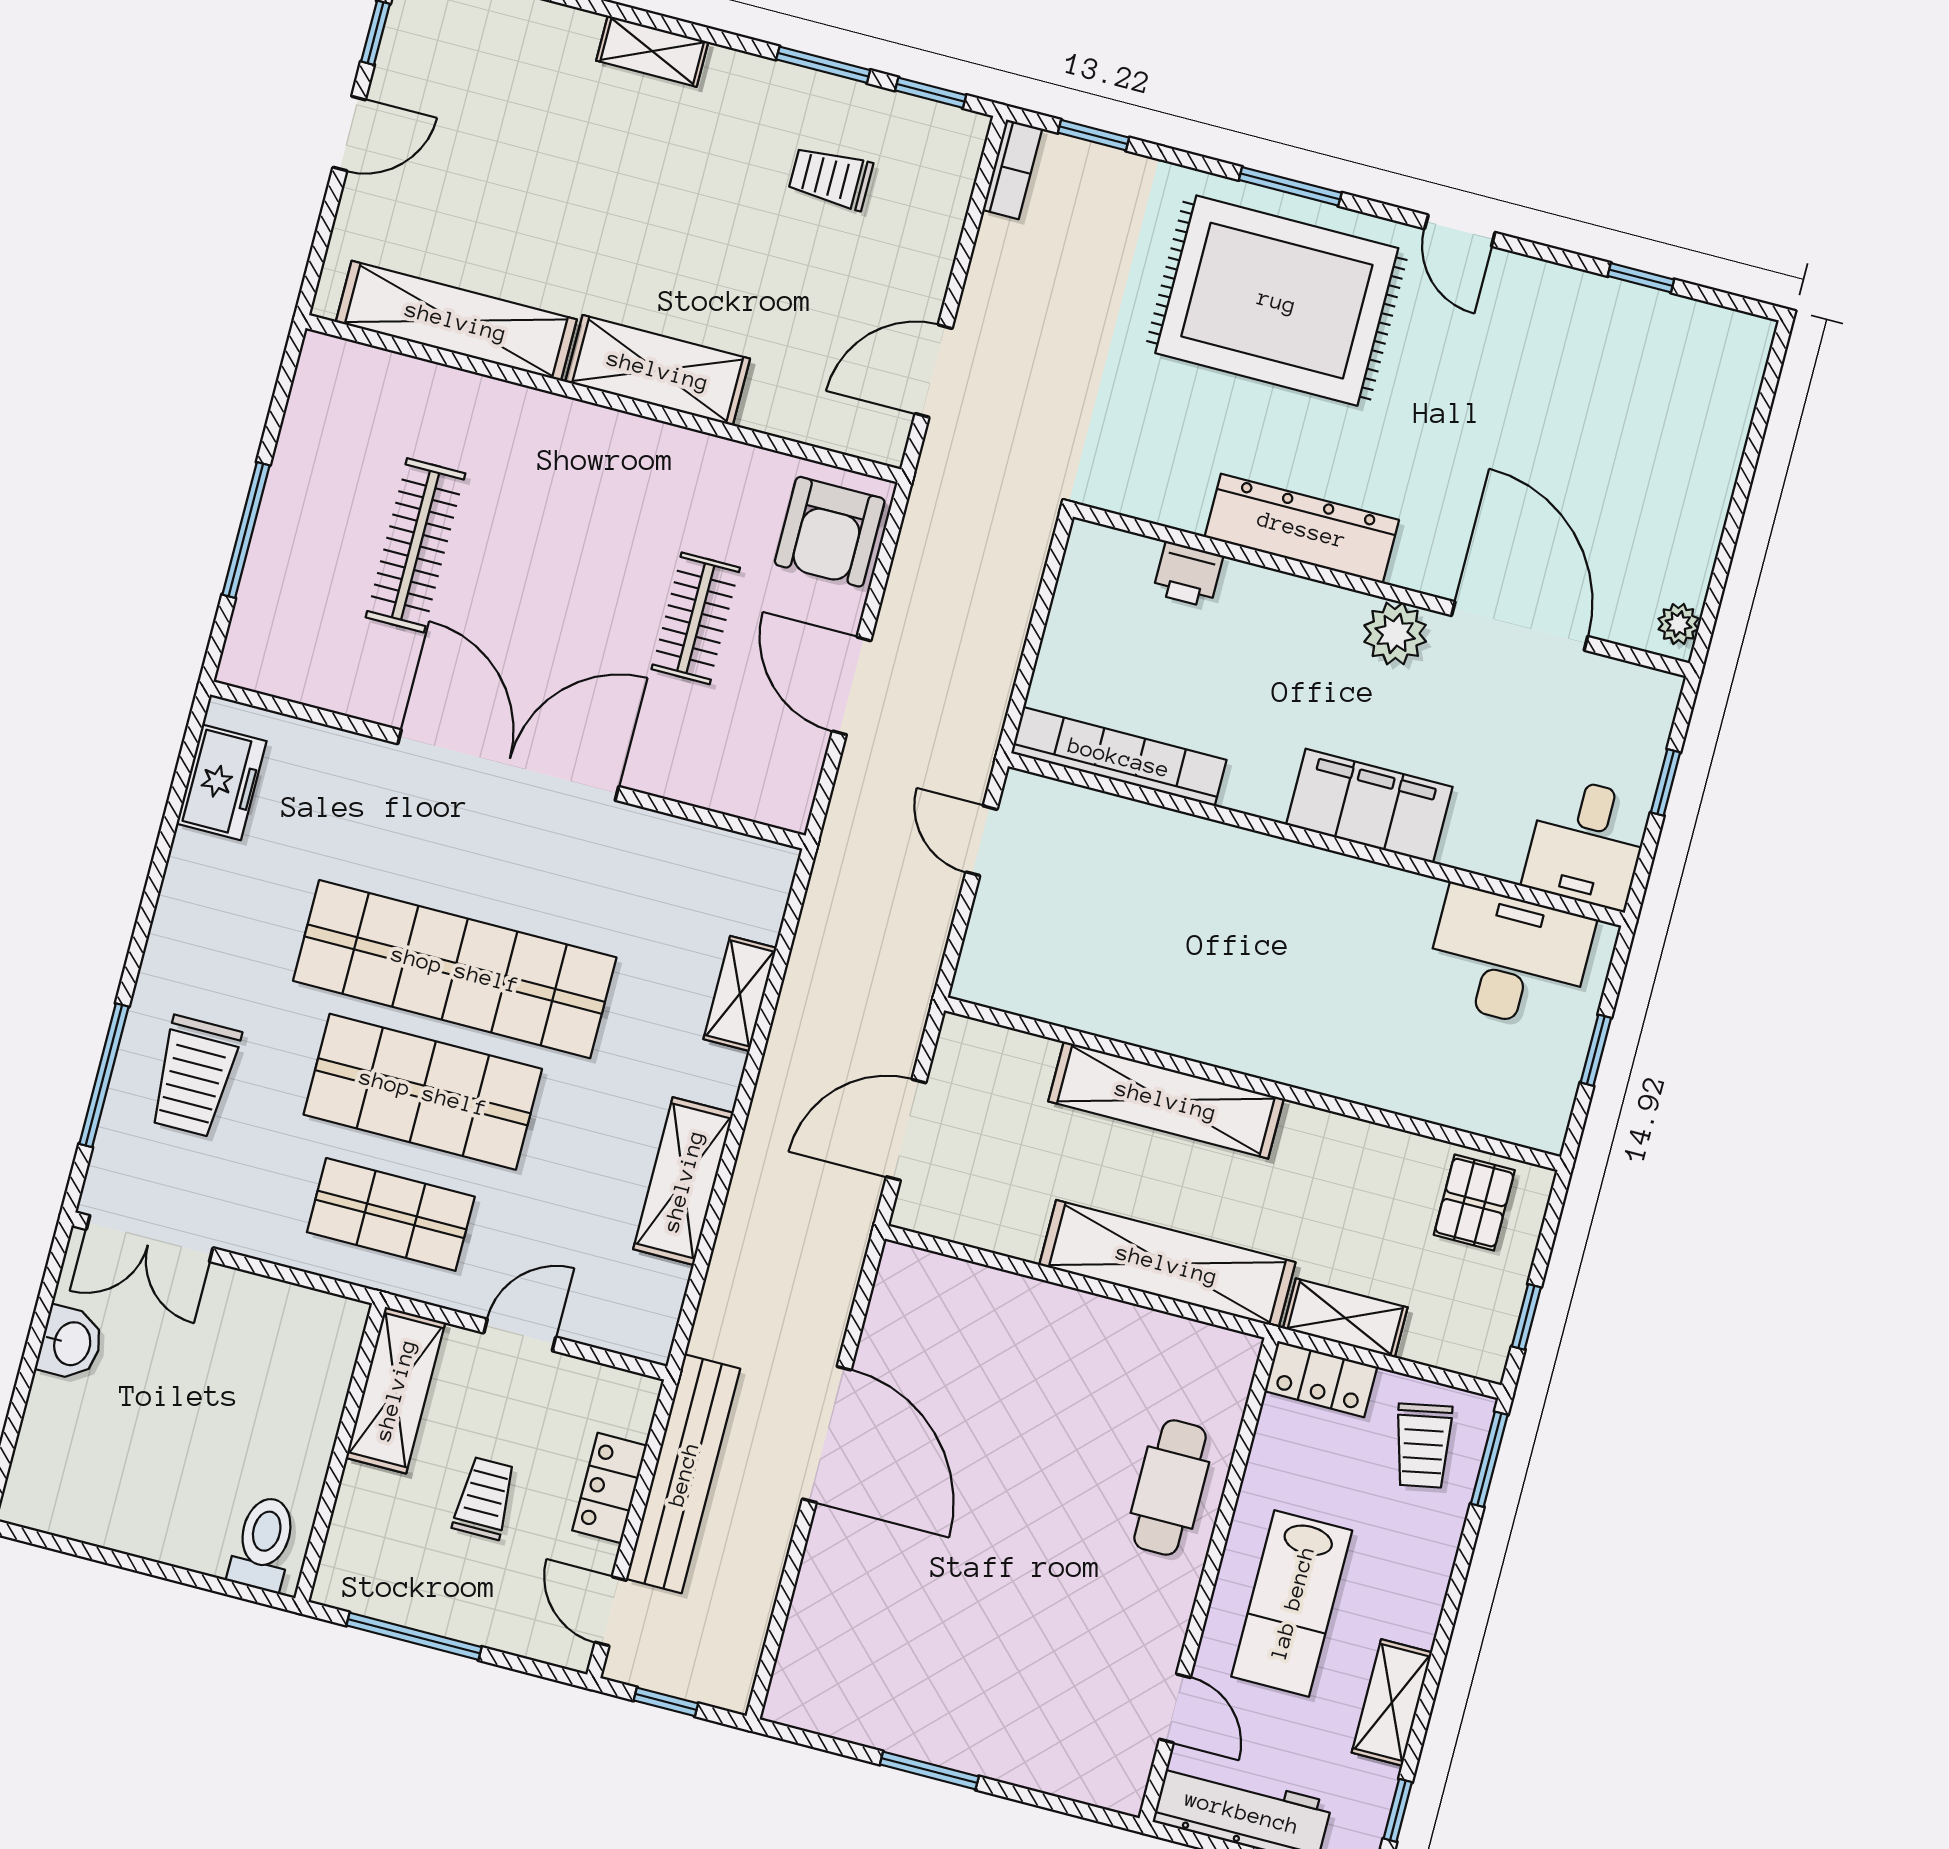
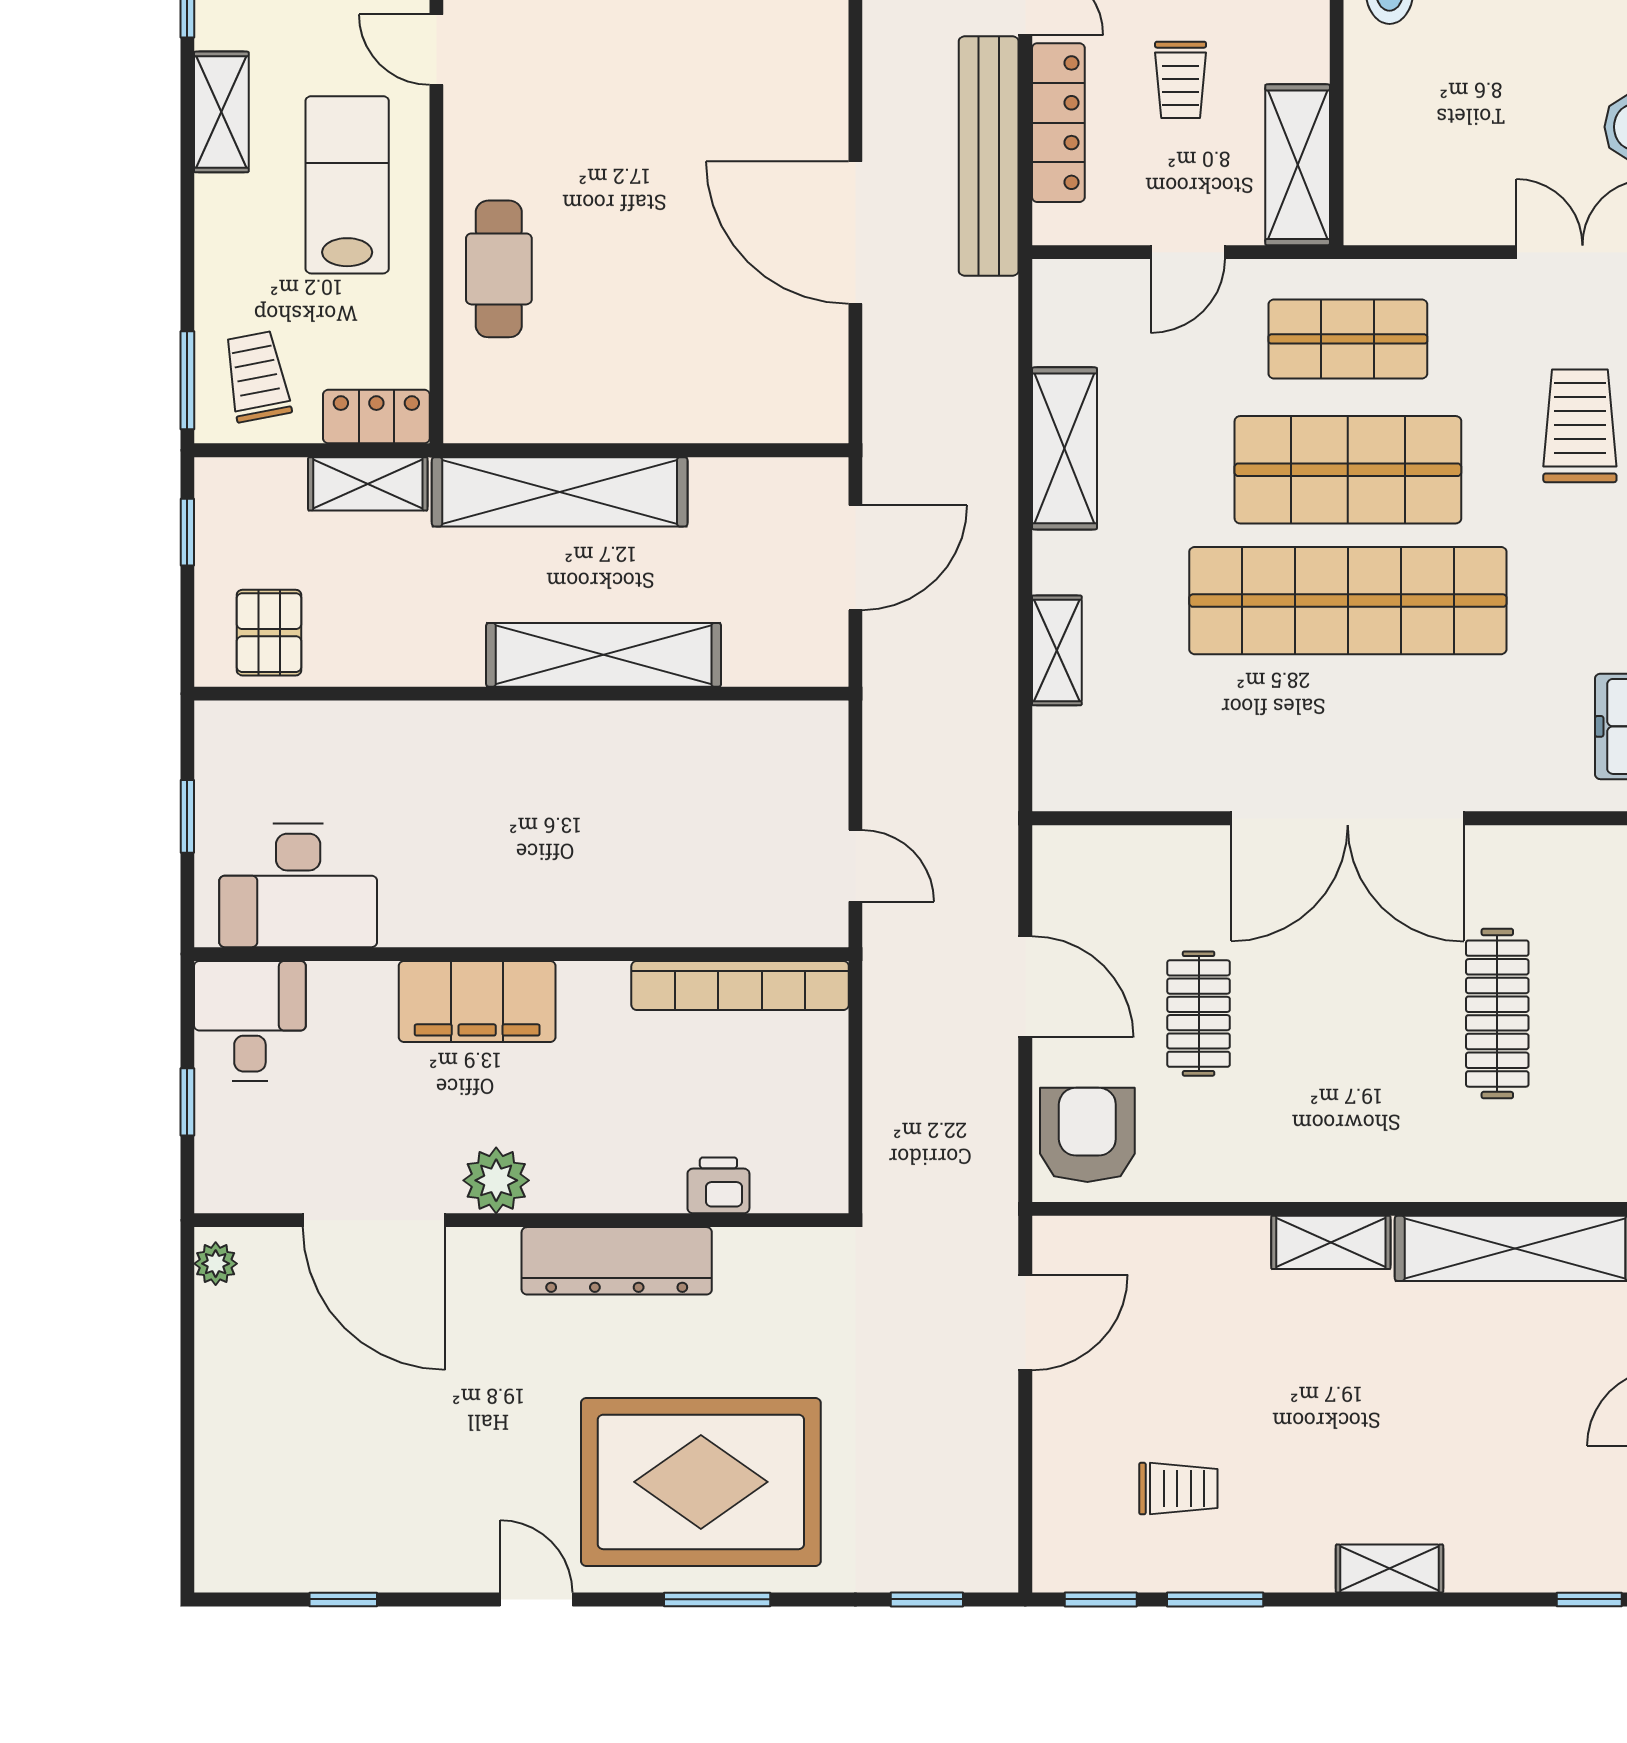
bookcase: (1012, 169) -> (999, 1544), removed
shelving: (658, 370) -> (1331, 1242), width x0.67, depth x0.75
locker: (610, 1488) -> (1058, 123), width x1.53

